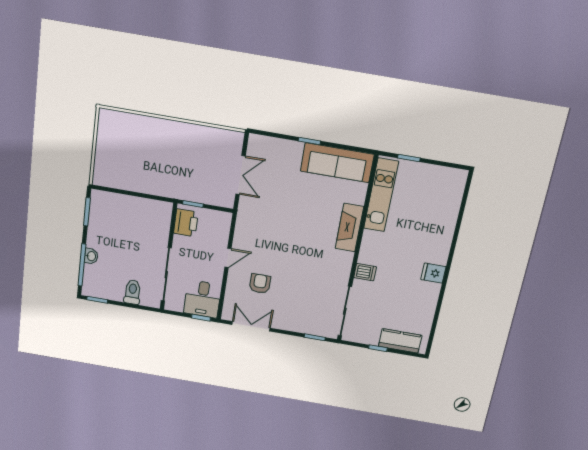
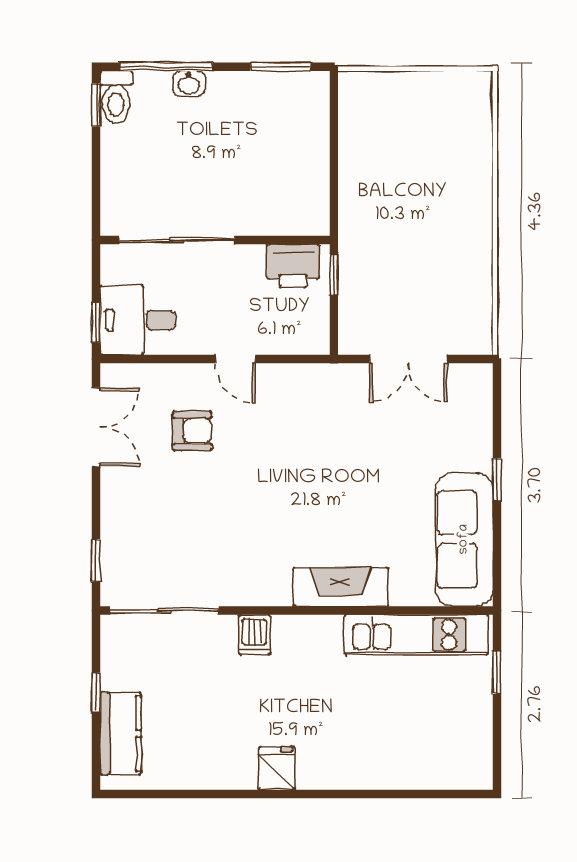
toilet: (132, 292) -> (116, 97), moved, turned 90

